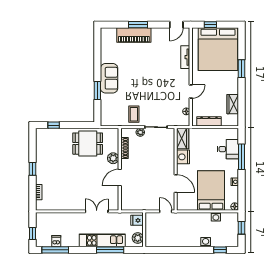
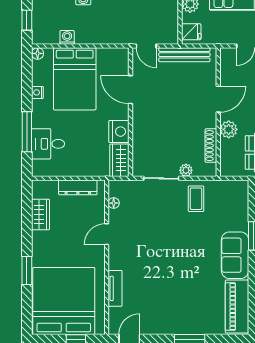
piano: (134, 35) -> (237, 307), moved, turned -90
bench: (141, 206) -> (184, 55), added

